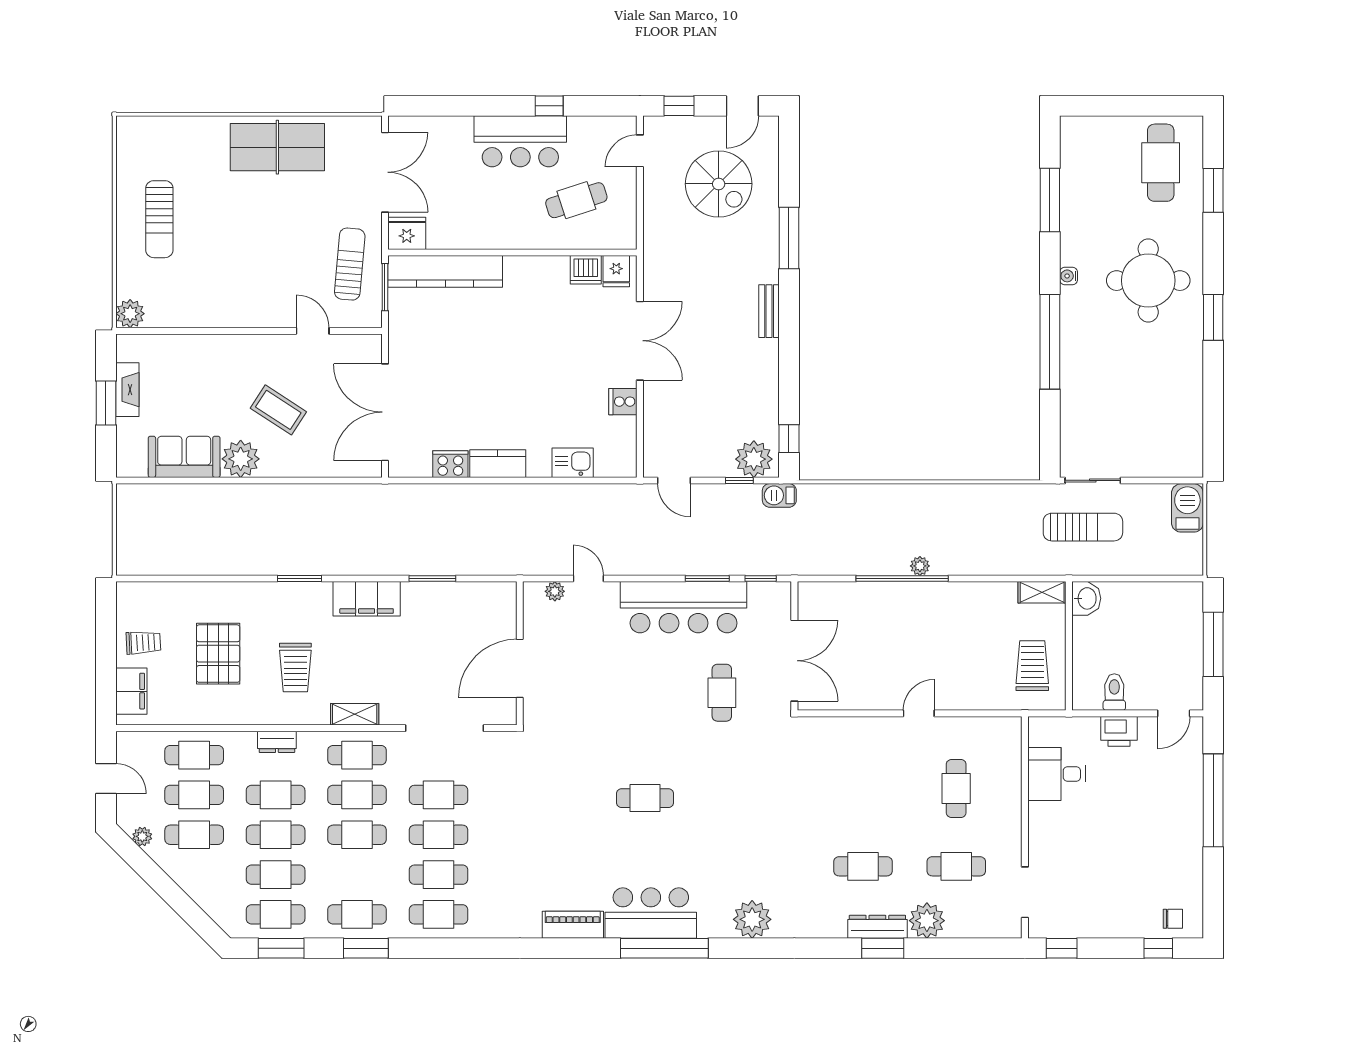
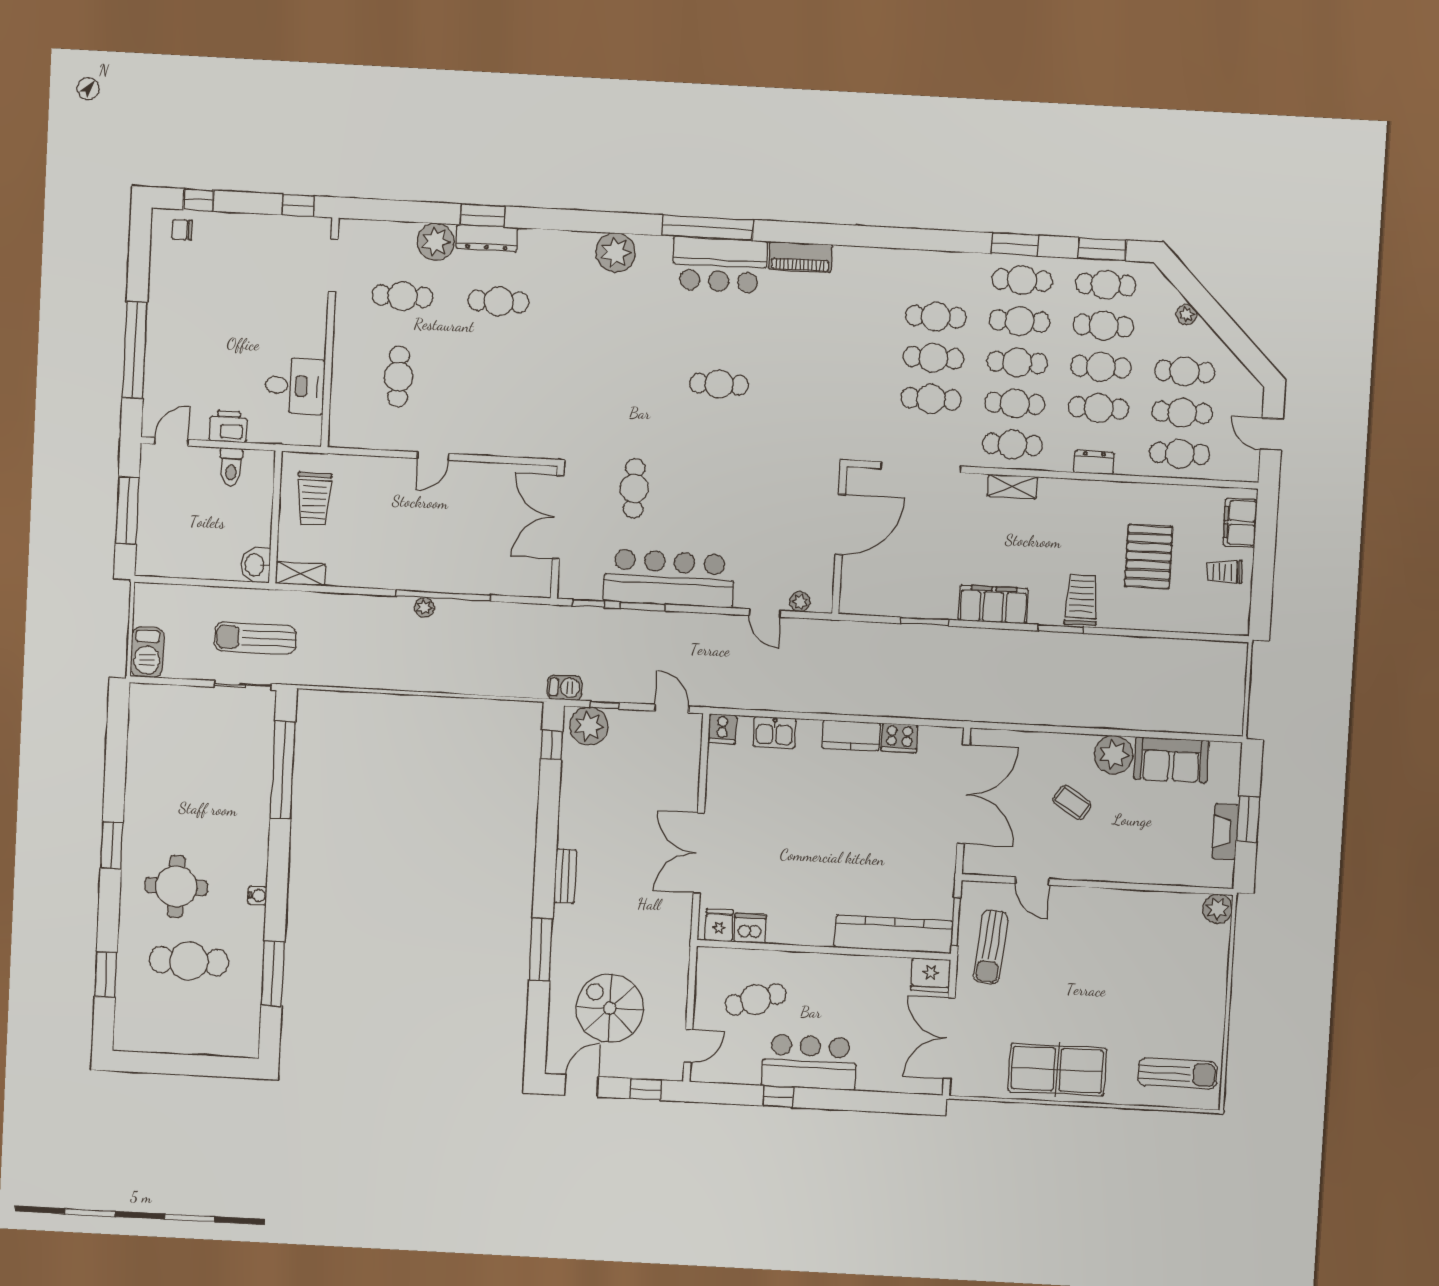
cafe table: (1161, 163) -> (189, 961), moved, turned 90
sun lounger: (159, 219) -> (1178, 1074), moved, turned 90
round table: (1148, 281) -> (176, 886), width x0.73, depth x0.73
window: (1050, 342) -> (283, 770), moved
cooker: (623, 402) -> (722, 729), moved, turned 90
coffee table: (278, 410) -> (1072, 803), width x0.73, depth x0.77
trolley: (295, 668) -> (1081, 600), moved
plant: (142, 836) -> (1187, 314), moved
cafe table: (439, 914) -> (1020, 321), moved

